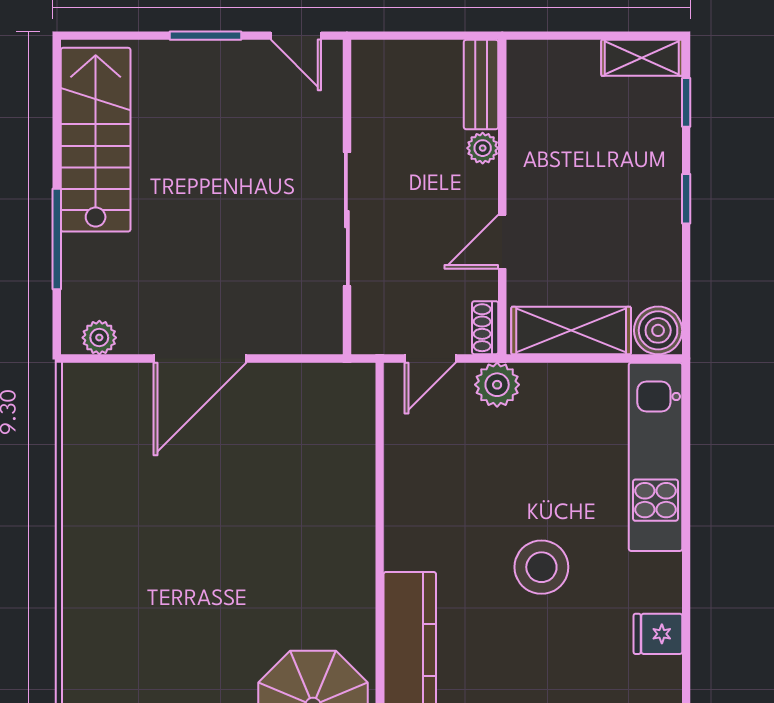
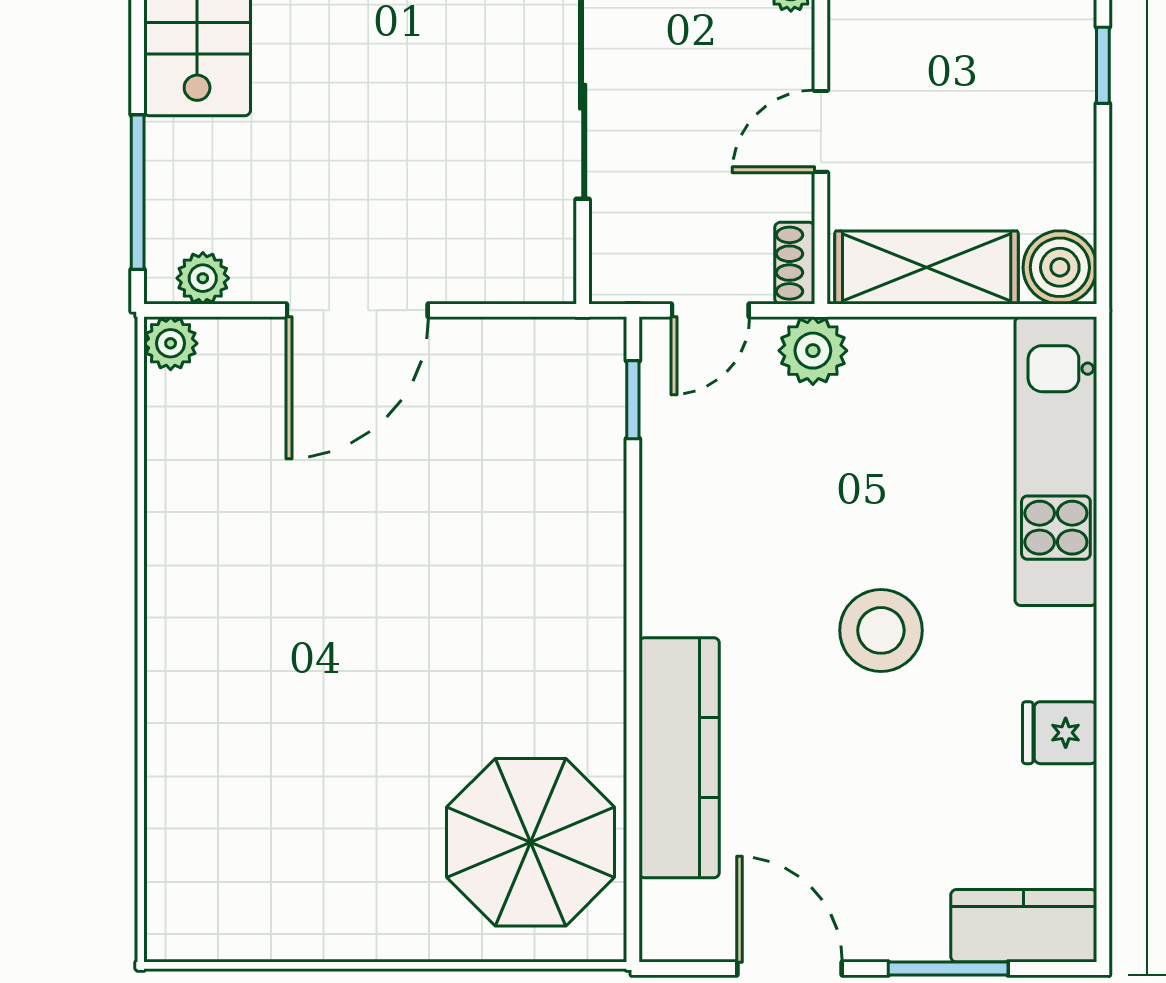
window: (57, 239) -> (138, 192), moved
plant: (78, 380) -> (171, 343), added
window: (380, 417) -> (633, 400), added

